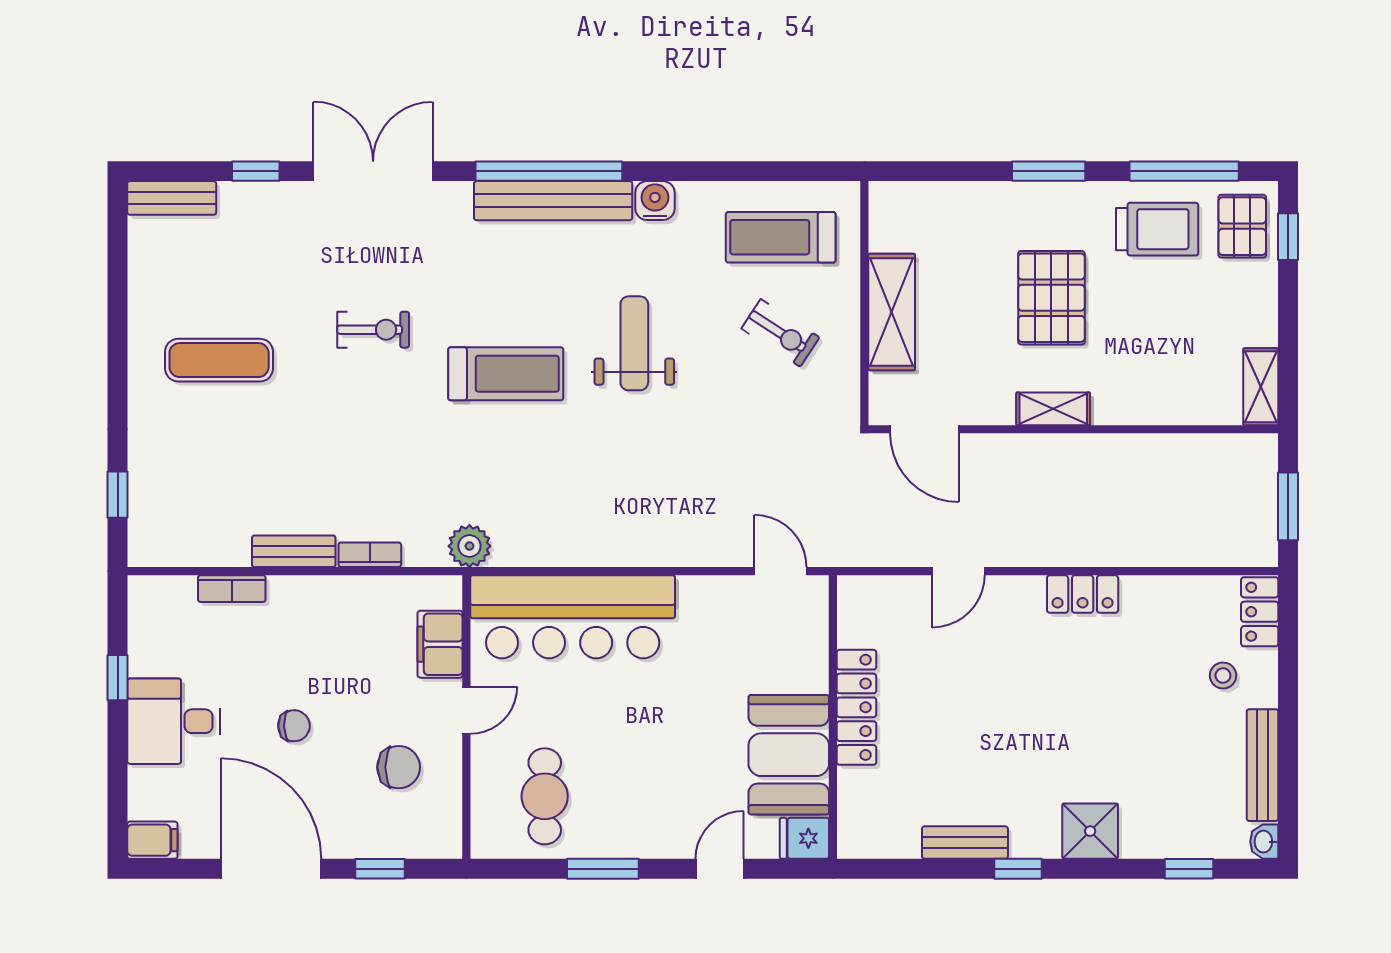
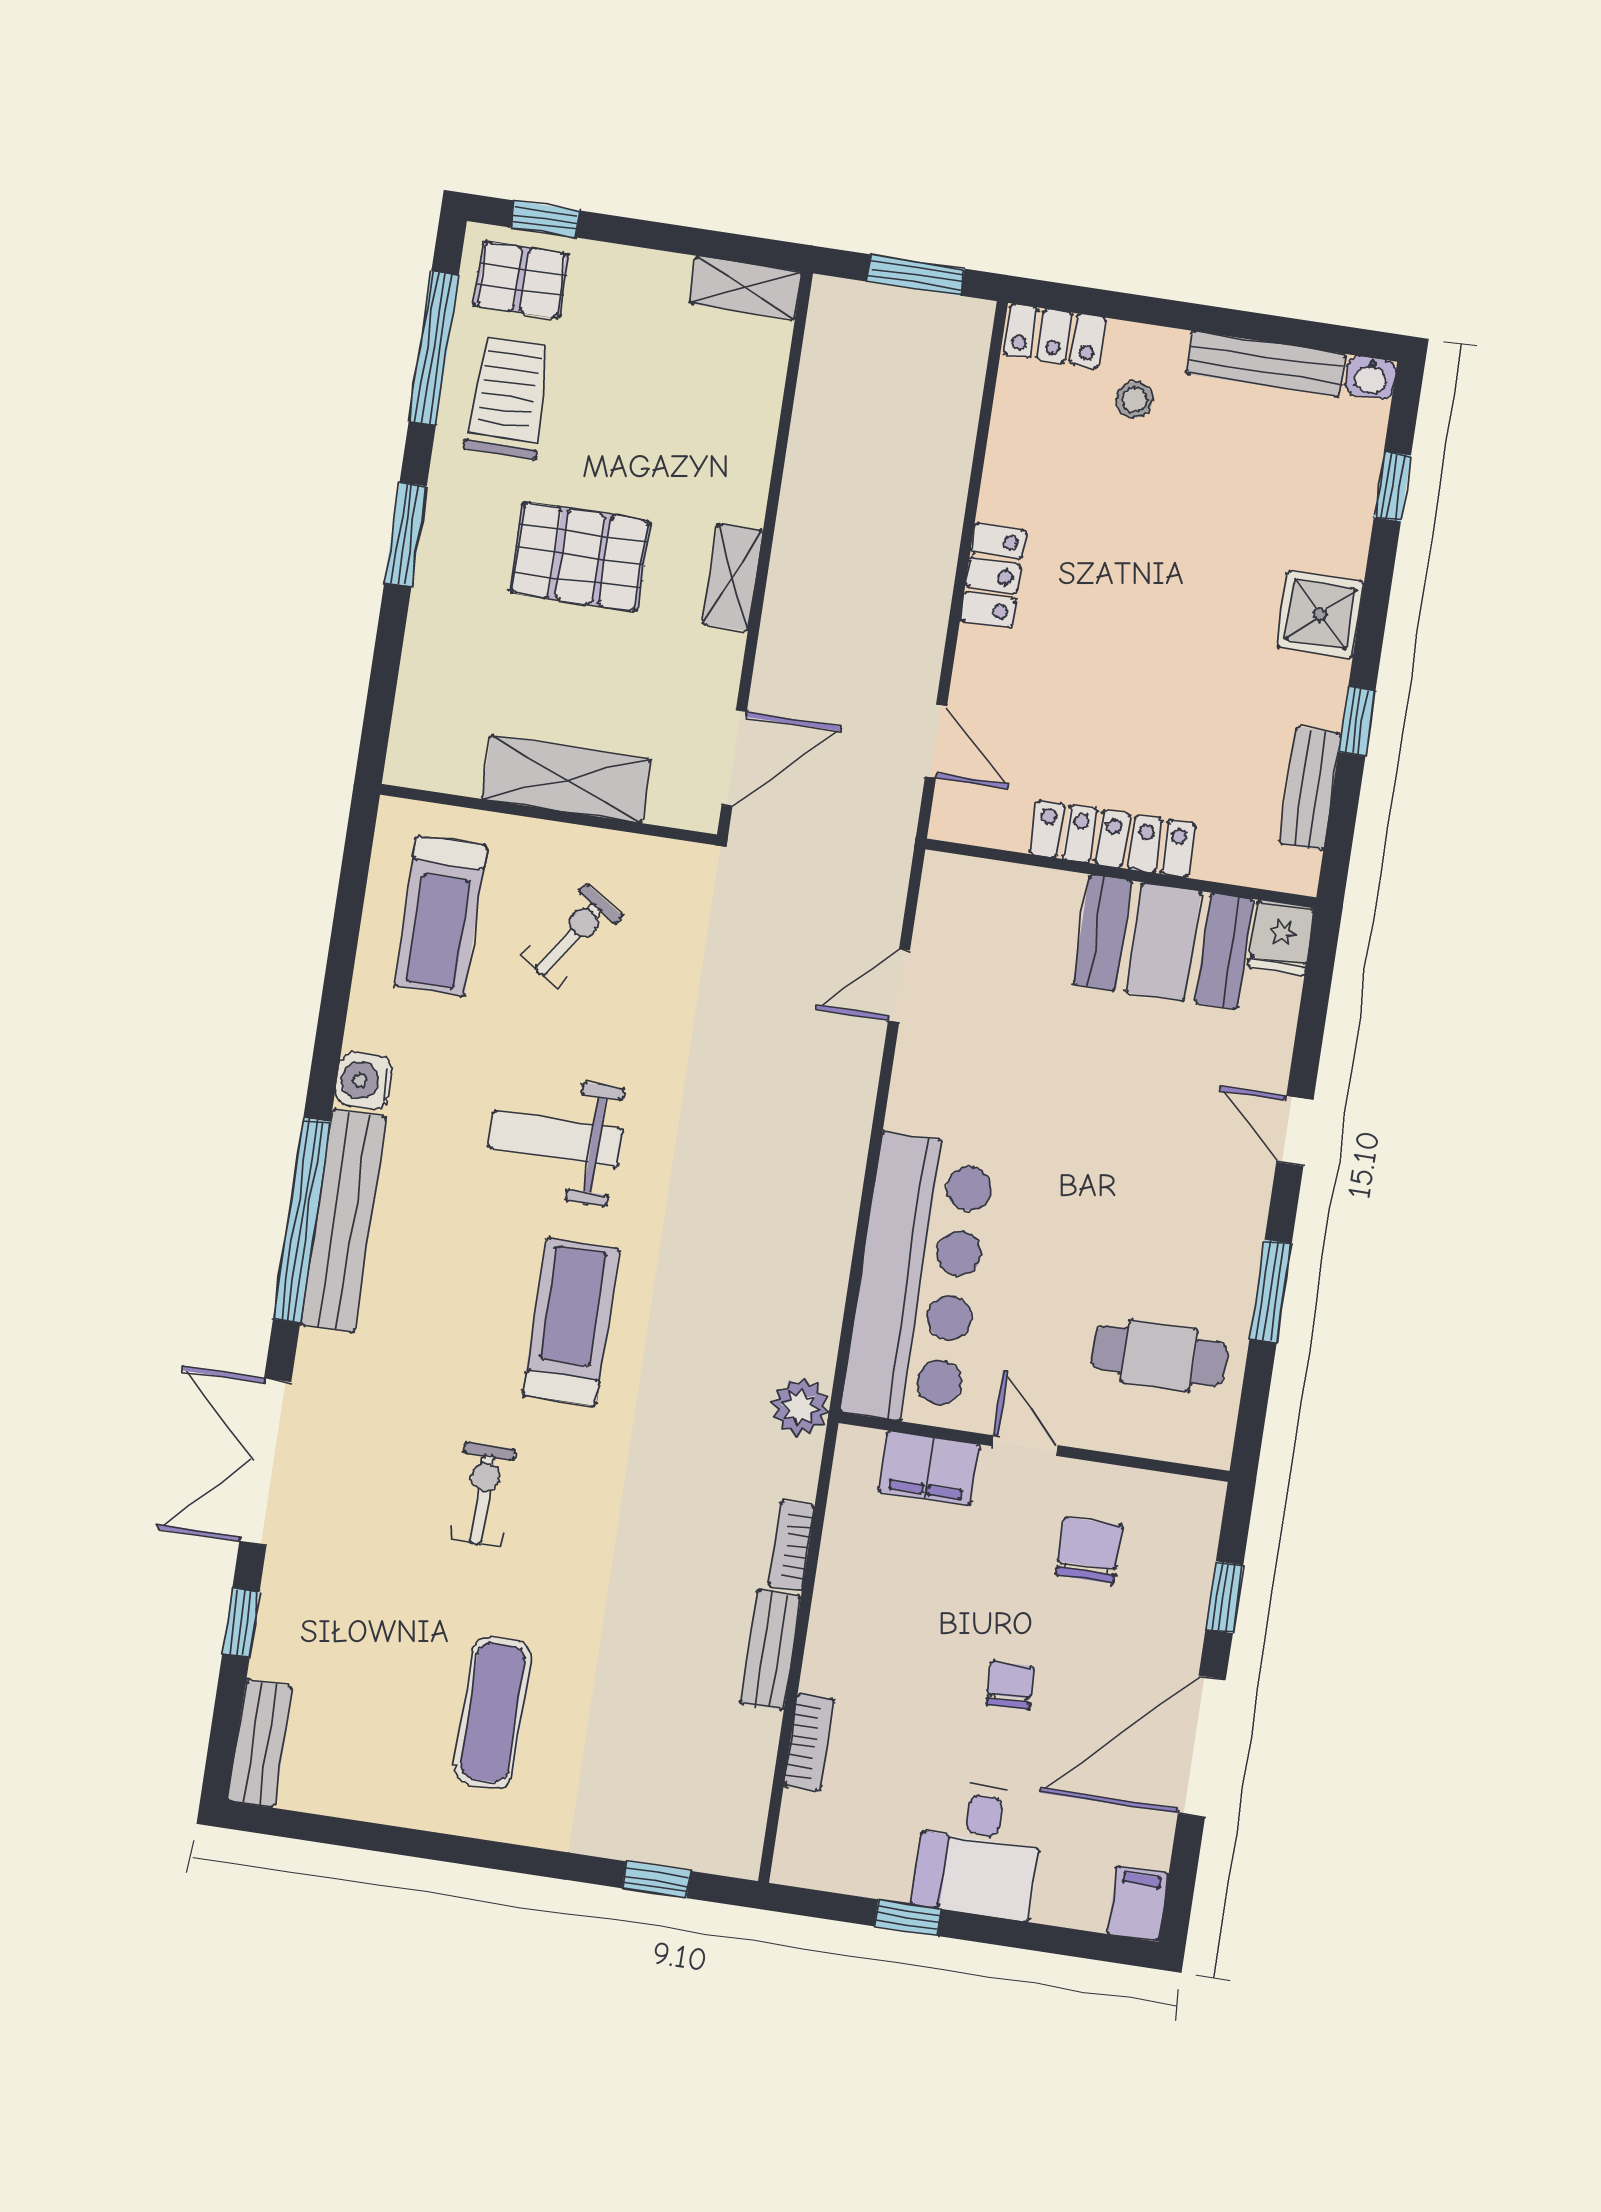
locker: (857, 707) -> (1112, 839), moved
wall: (833, 717) -> (1121, 873), moved
booth: (789, 755) -> (1163, 942), moved
fridge: (804, 838) -> (1281, 938), moved

